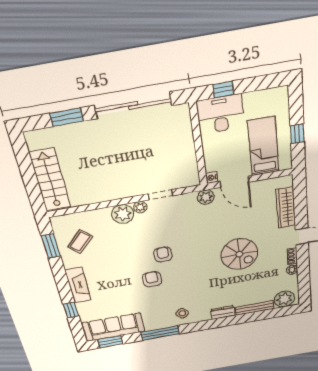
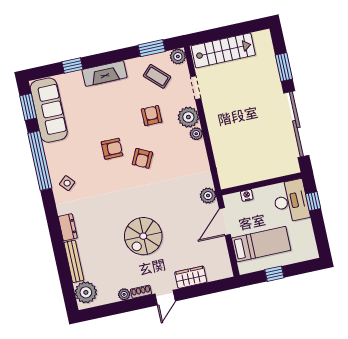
nightstand: (212, 178) -> (247, 195), moved
doorway: (160, 195) -> (196, 88), moved
wardrobe: (286, 208) -> (191, 277), width x0.67
plant: (59, 223) -> (178, 56), added
armchair: (120, 246) -> (152, 116), added
armchair: (163, 254) -> (142, 158), turned 116
window: (160, 333) -> (40, 161), width x1.46

